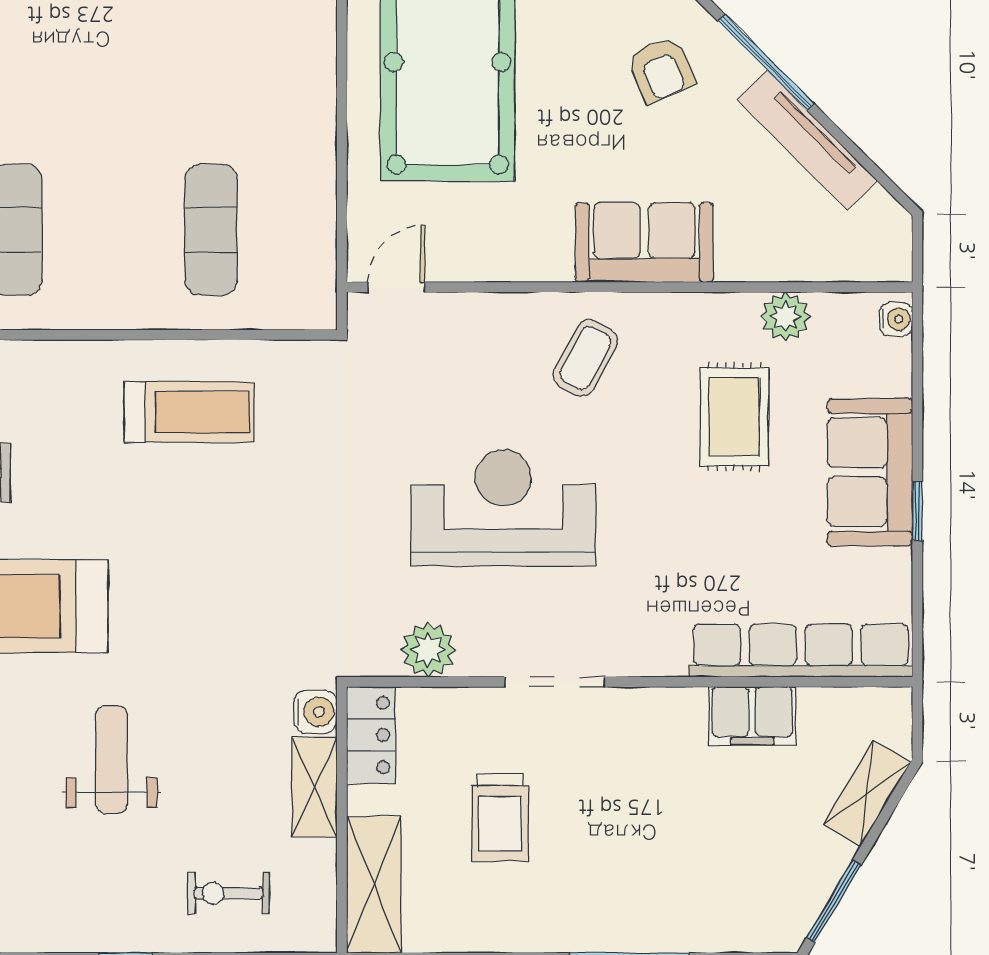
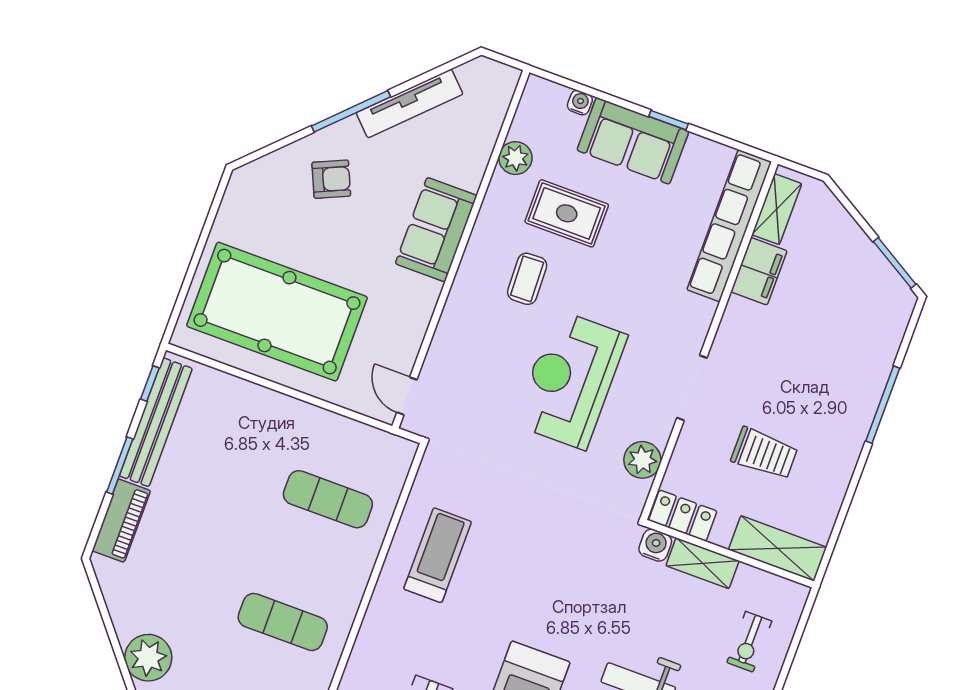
water cooler: (896, 319) -> (580, 103), moved
coffee table: (585, 358) -> (527, 279), moved, turned 60
shelving: (867, 794) -> (777, 209), moved, turned 59

